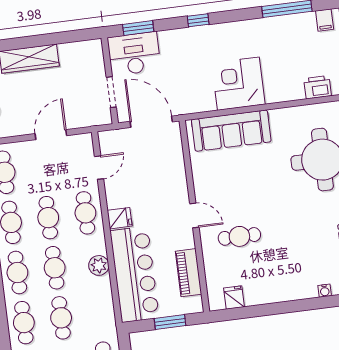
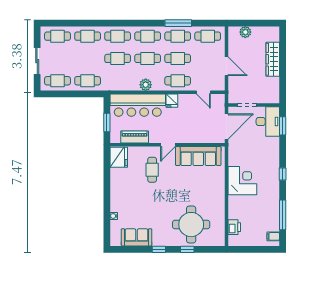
window: (198, 20) -> (283, 174), moved
sofa: (231, 131) -> (198, 156), moved, turned -90
fridge: (234, 298) -> (119, 157), width x1.88, depth x1.34

